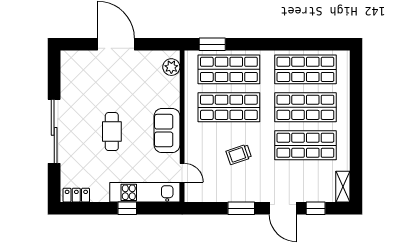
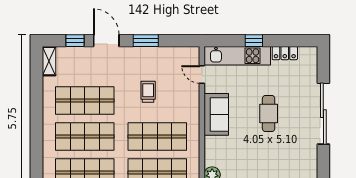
trolley: (239, 154) -> (148, 92), turned -71
locker: (76, 195) -> (285, 53), moved

